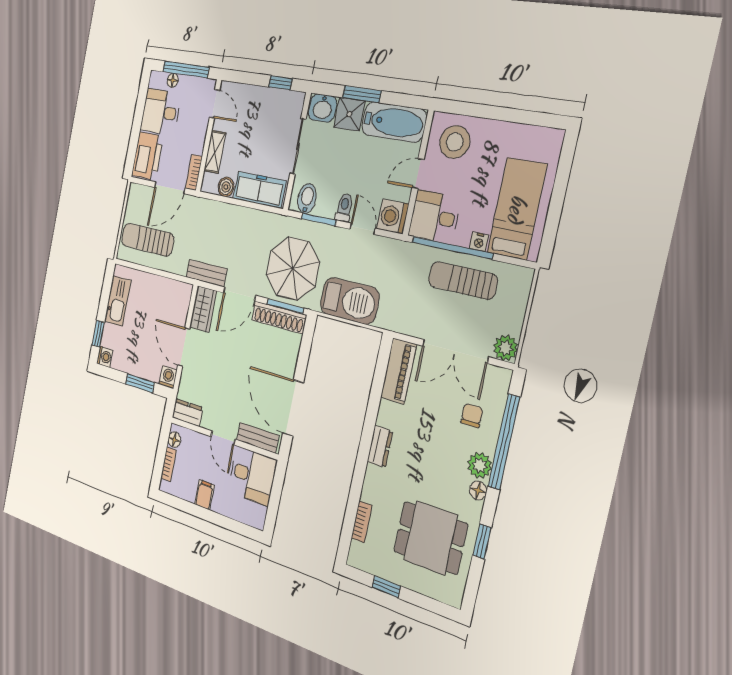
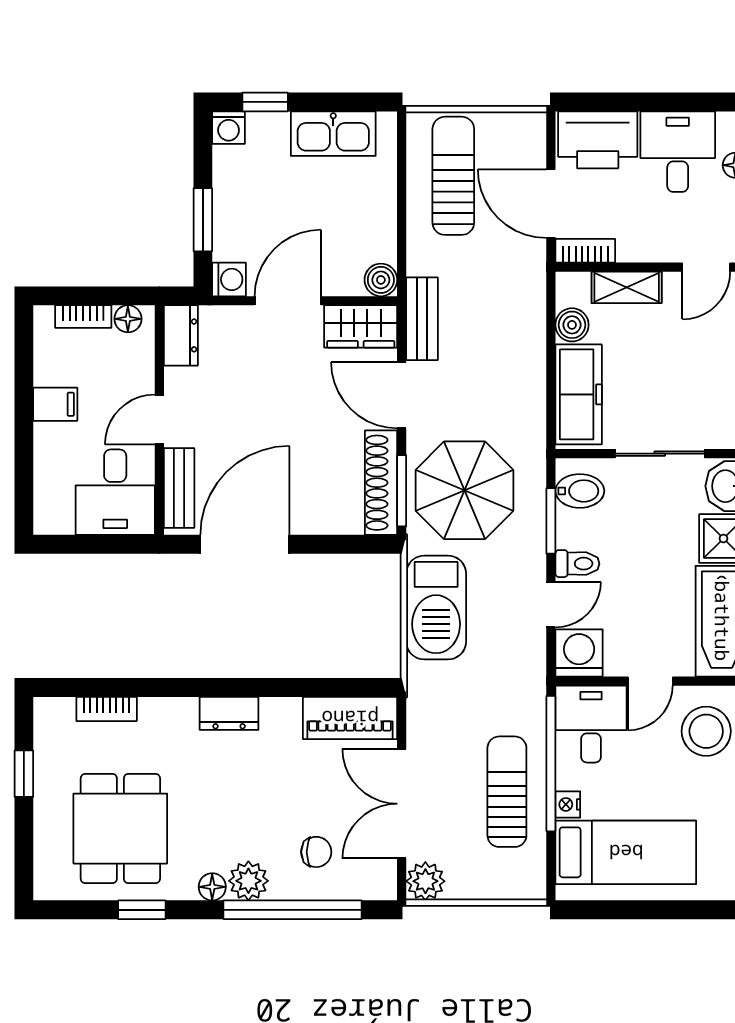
door: (418, 174) -> (650, 681), swing flipped
boiler: (185, 292) -> (381, 280), added

